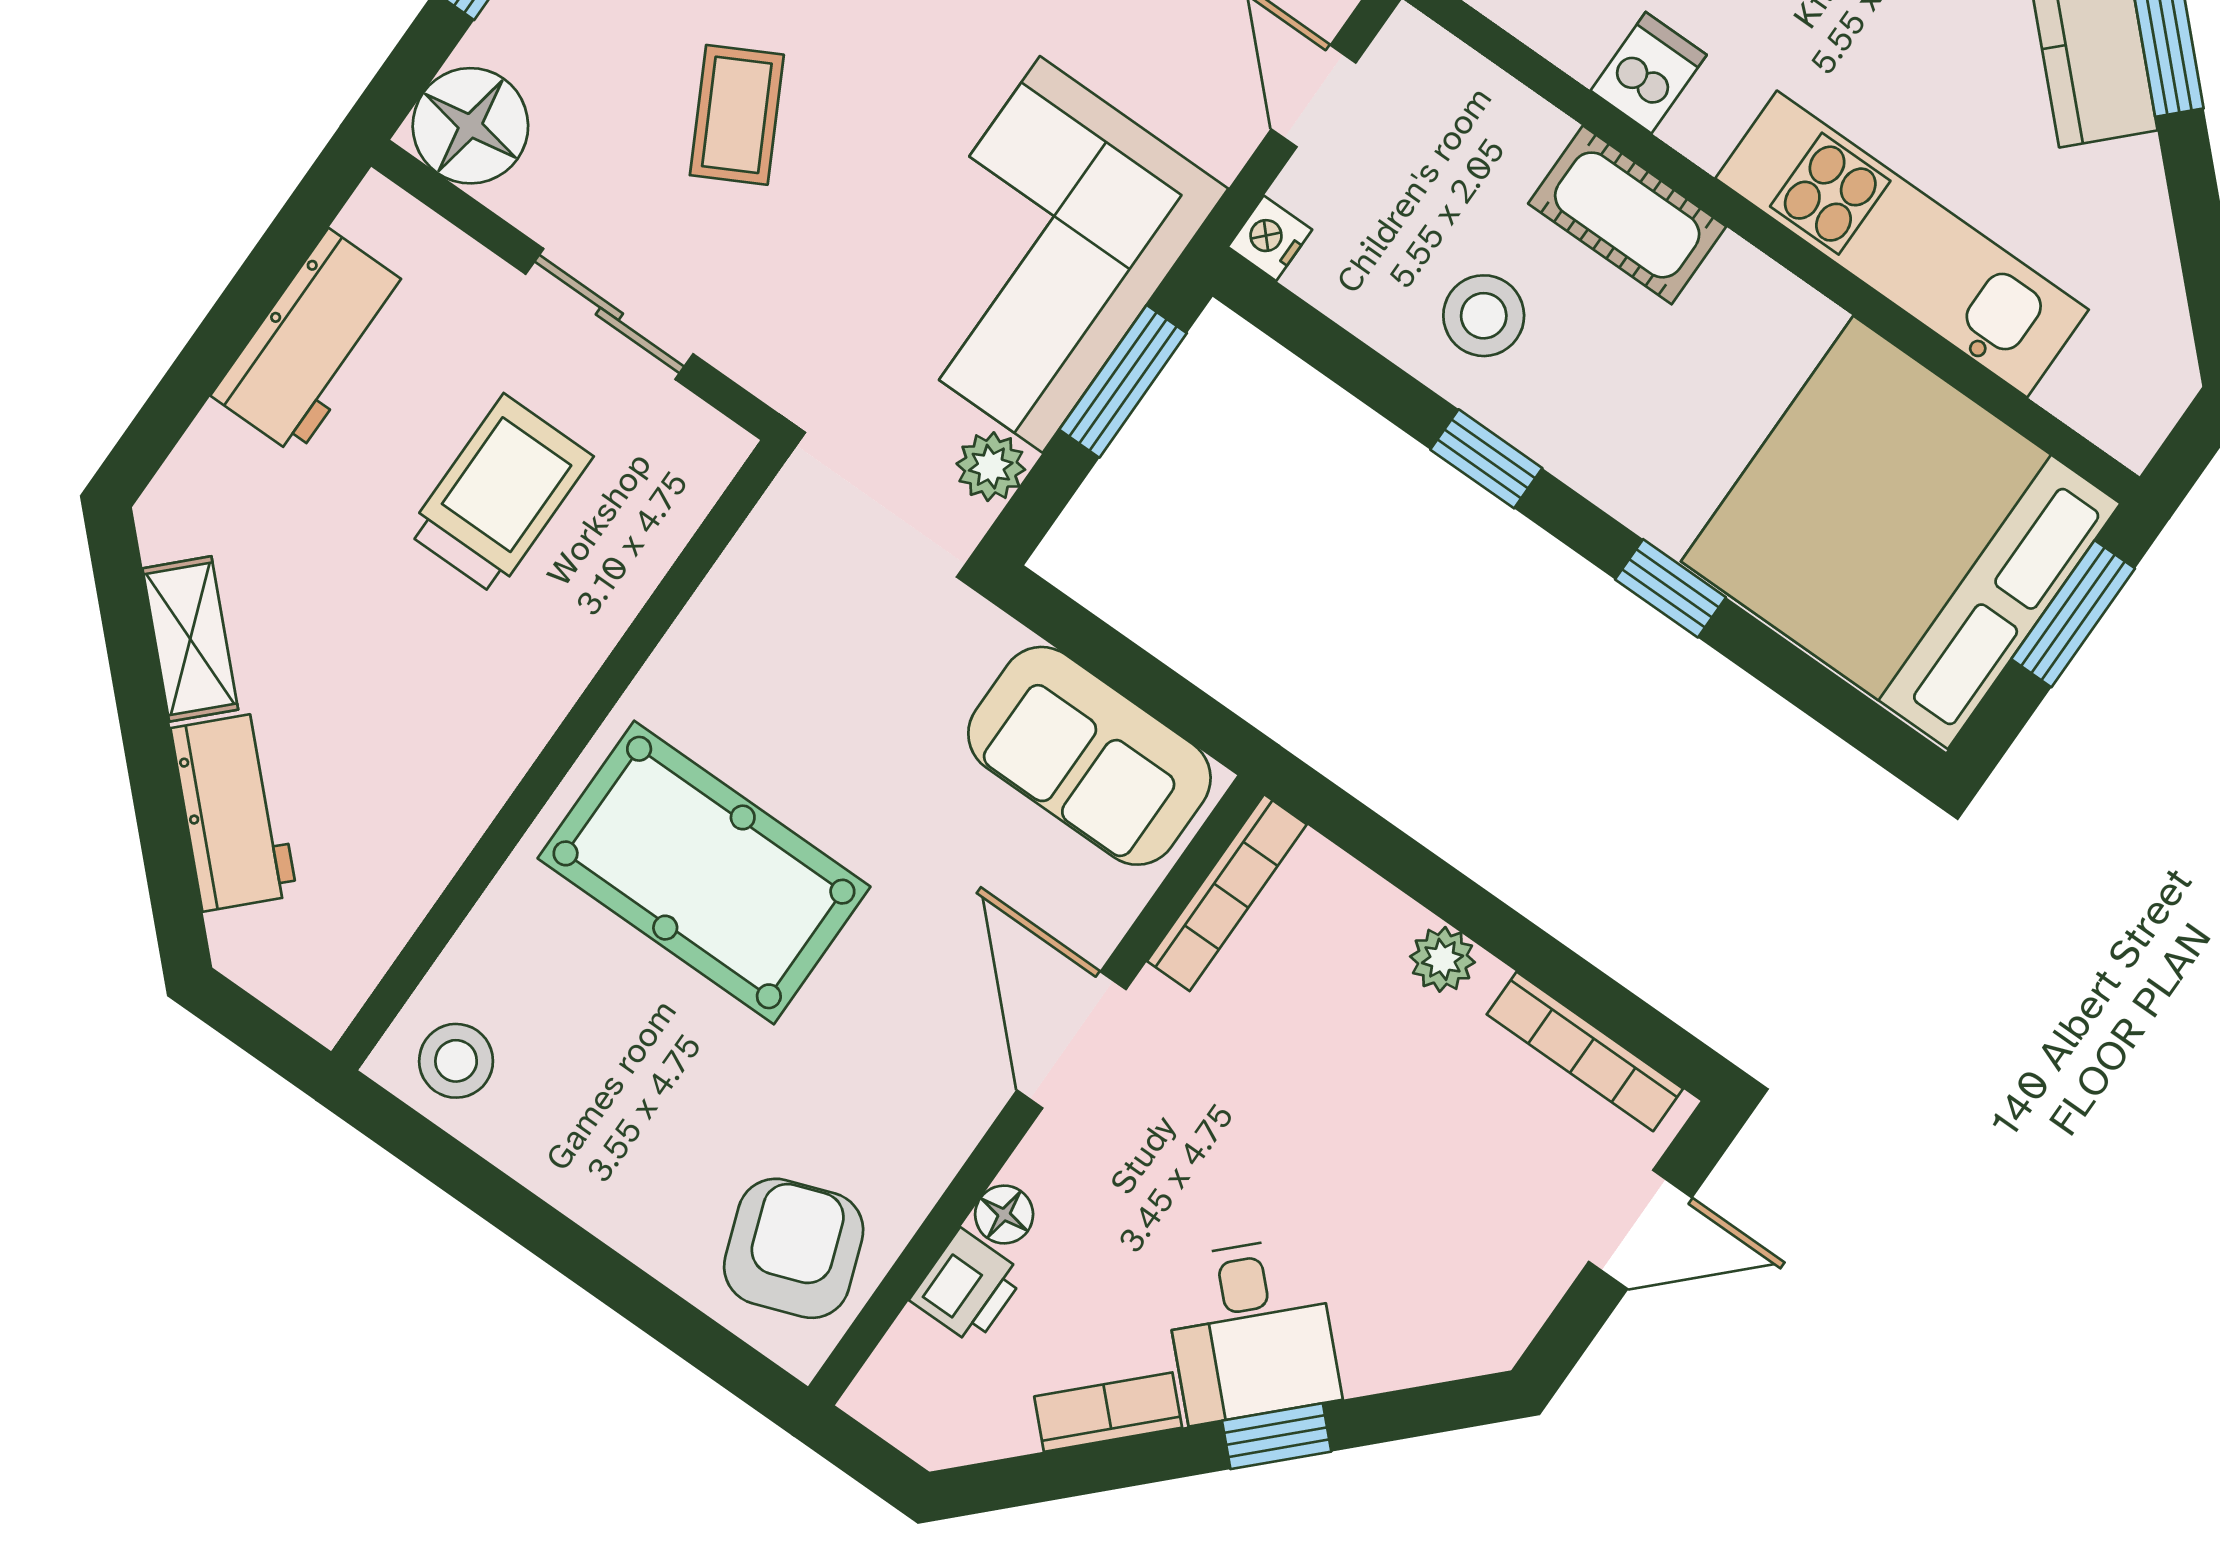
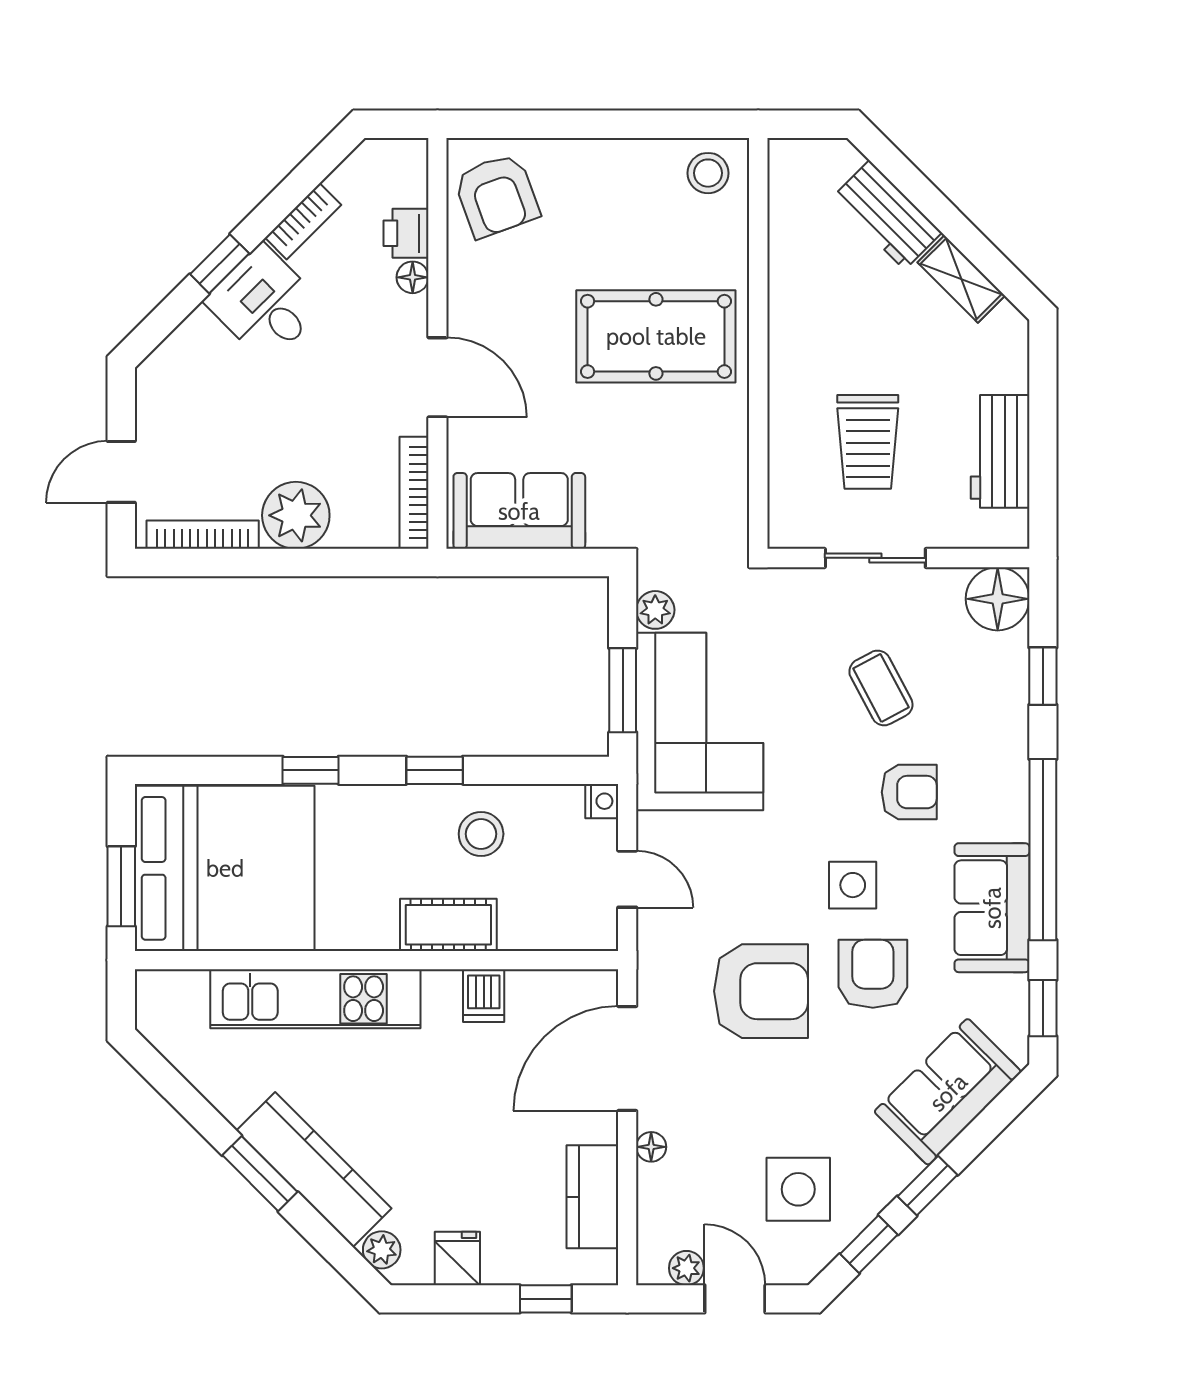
plant: (1442, 959) -> (296, 515), width x1.88, depth x1.88

